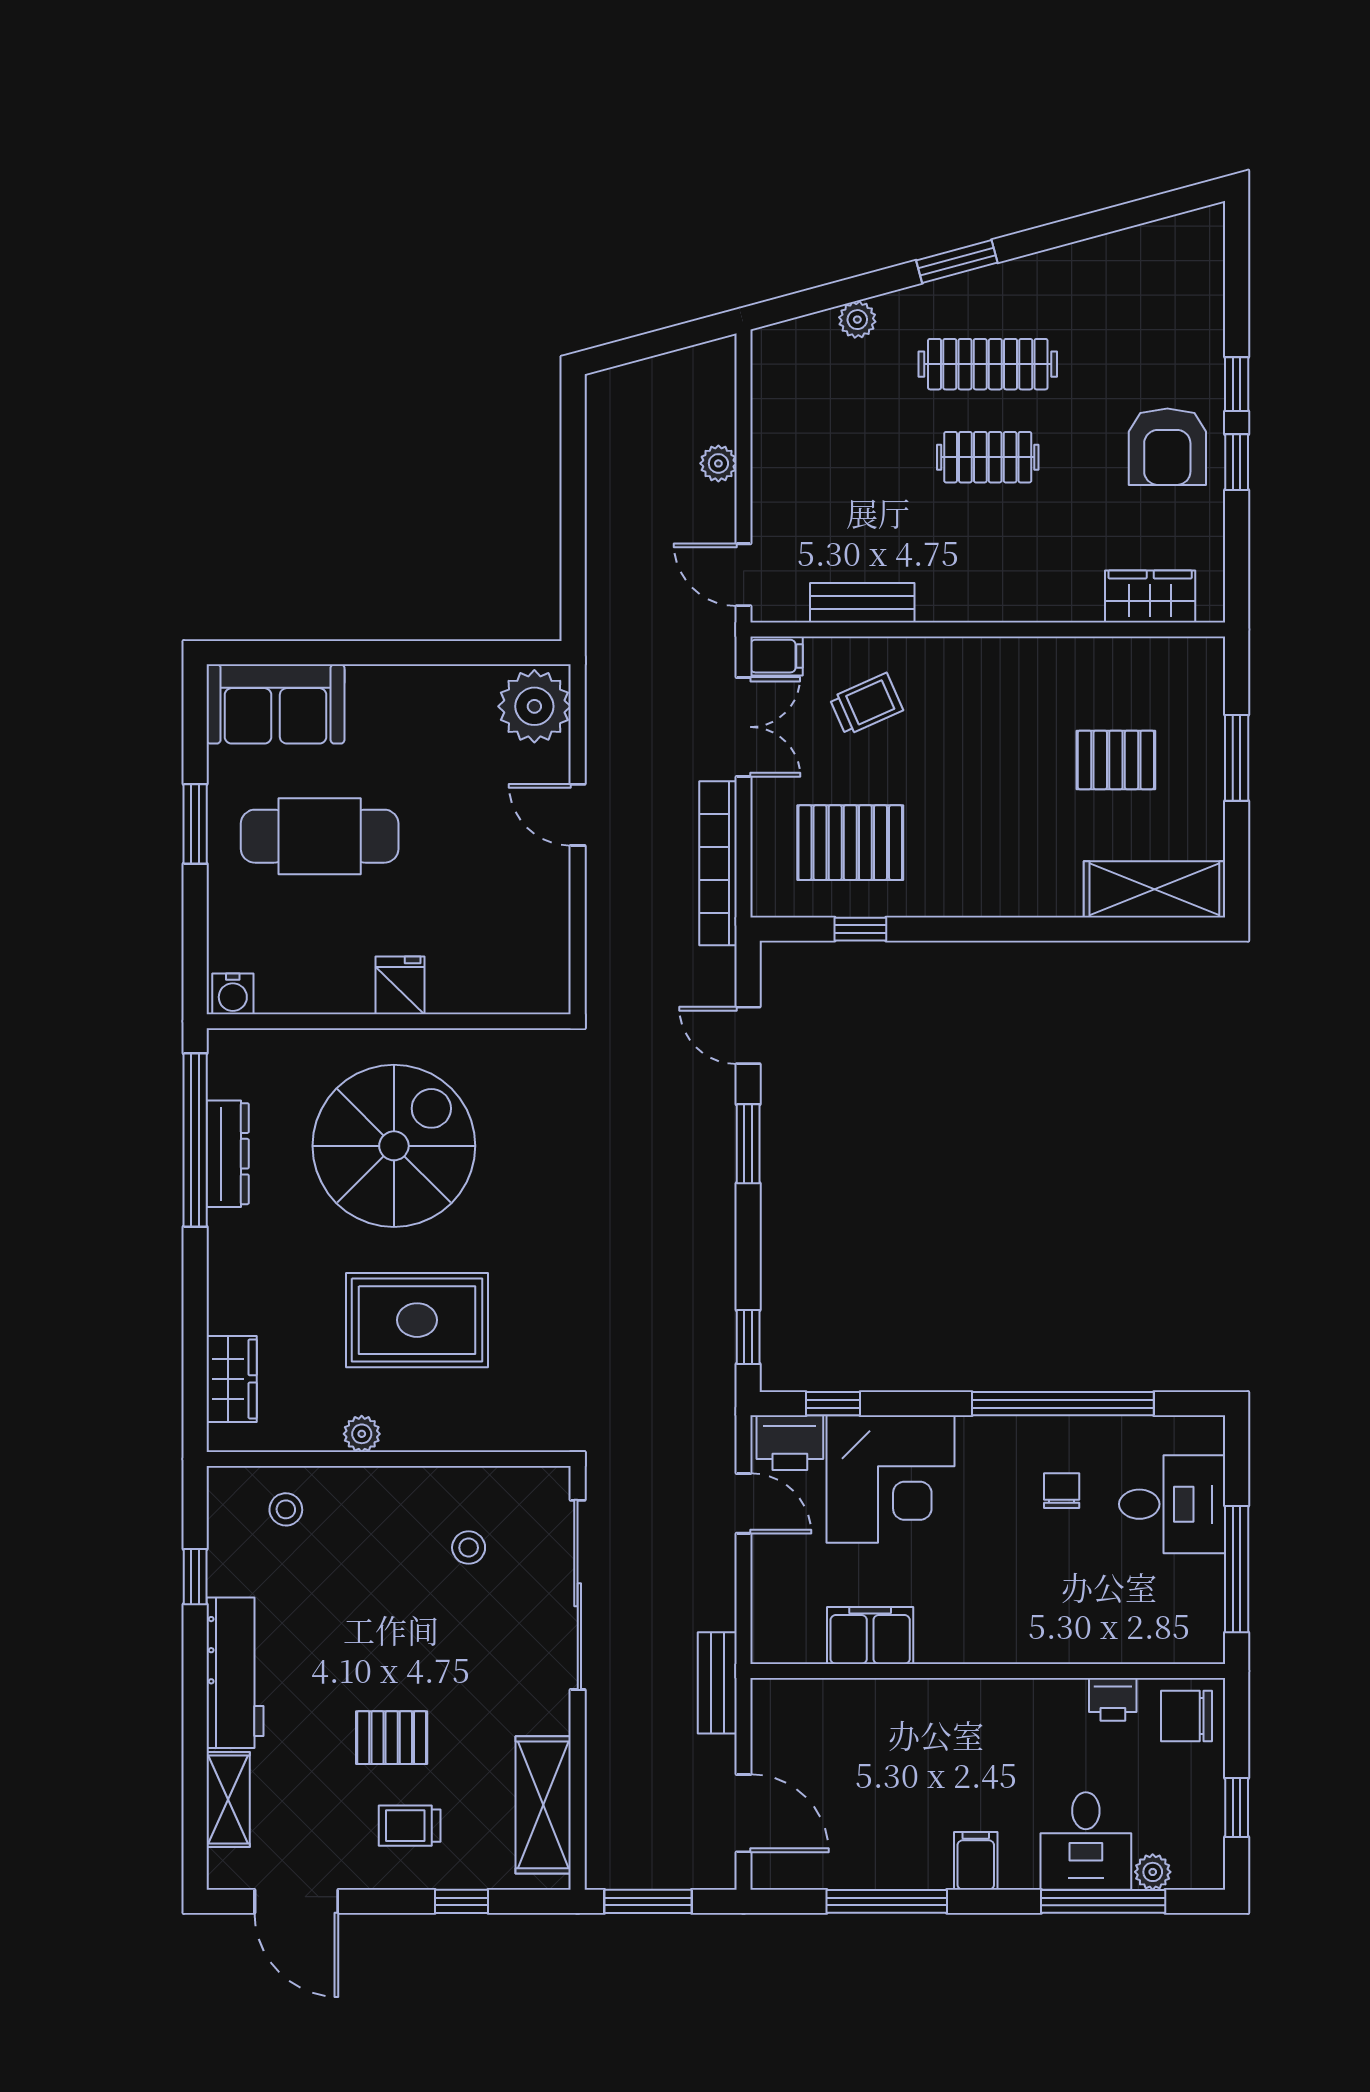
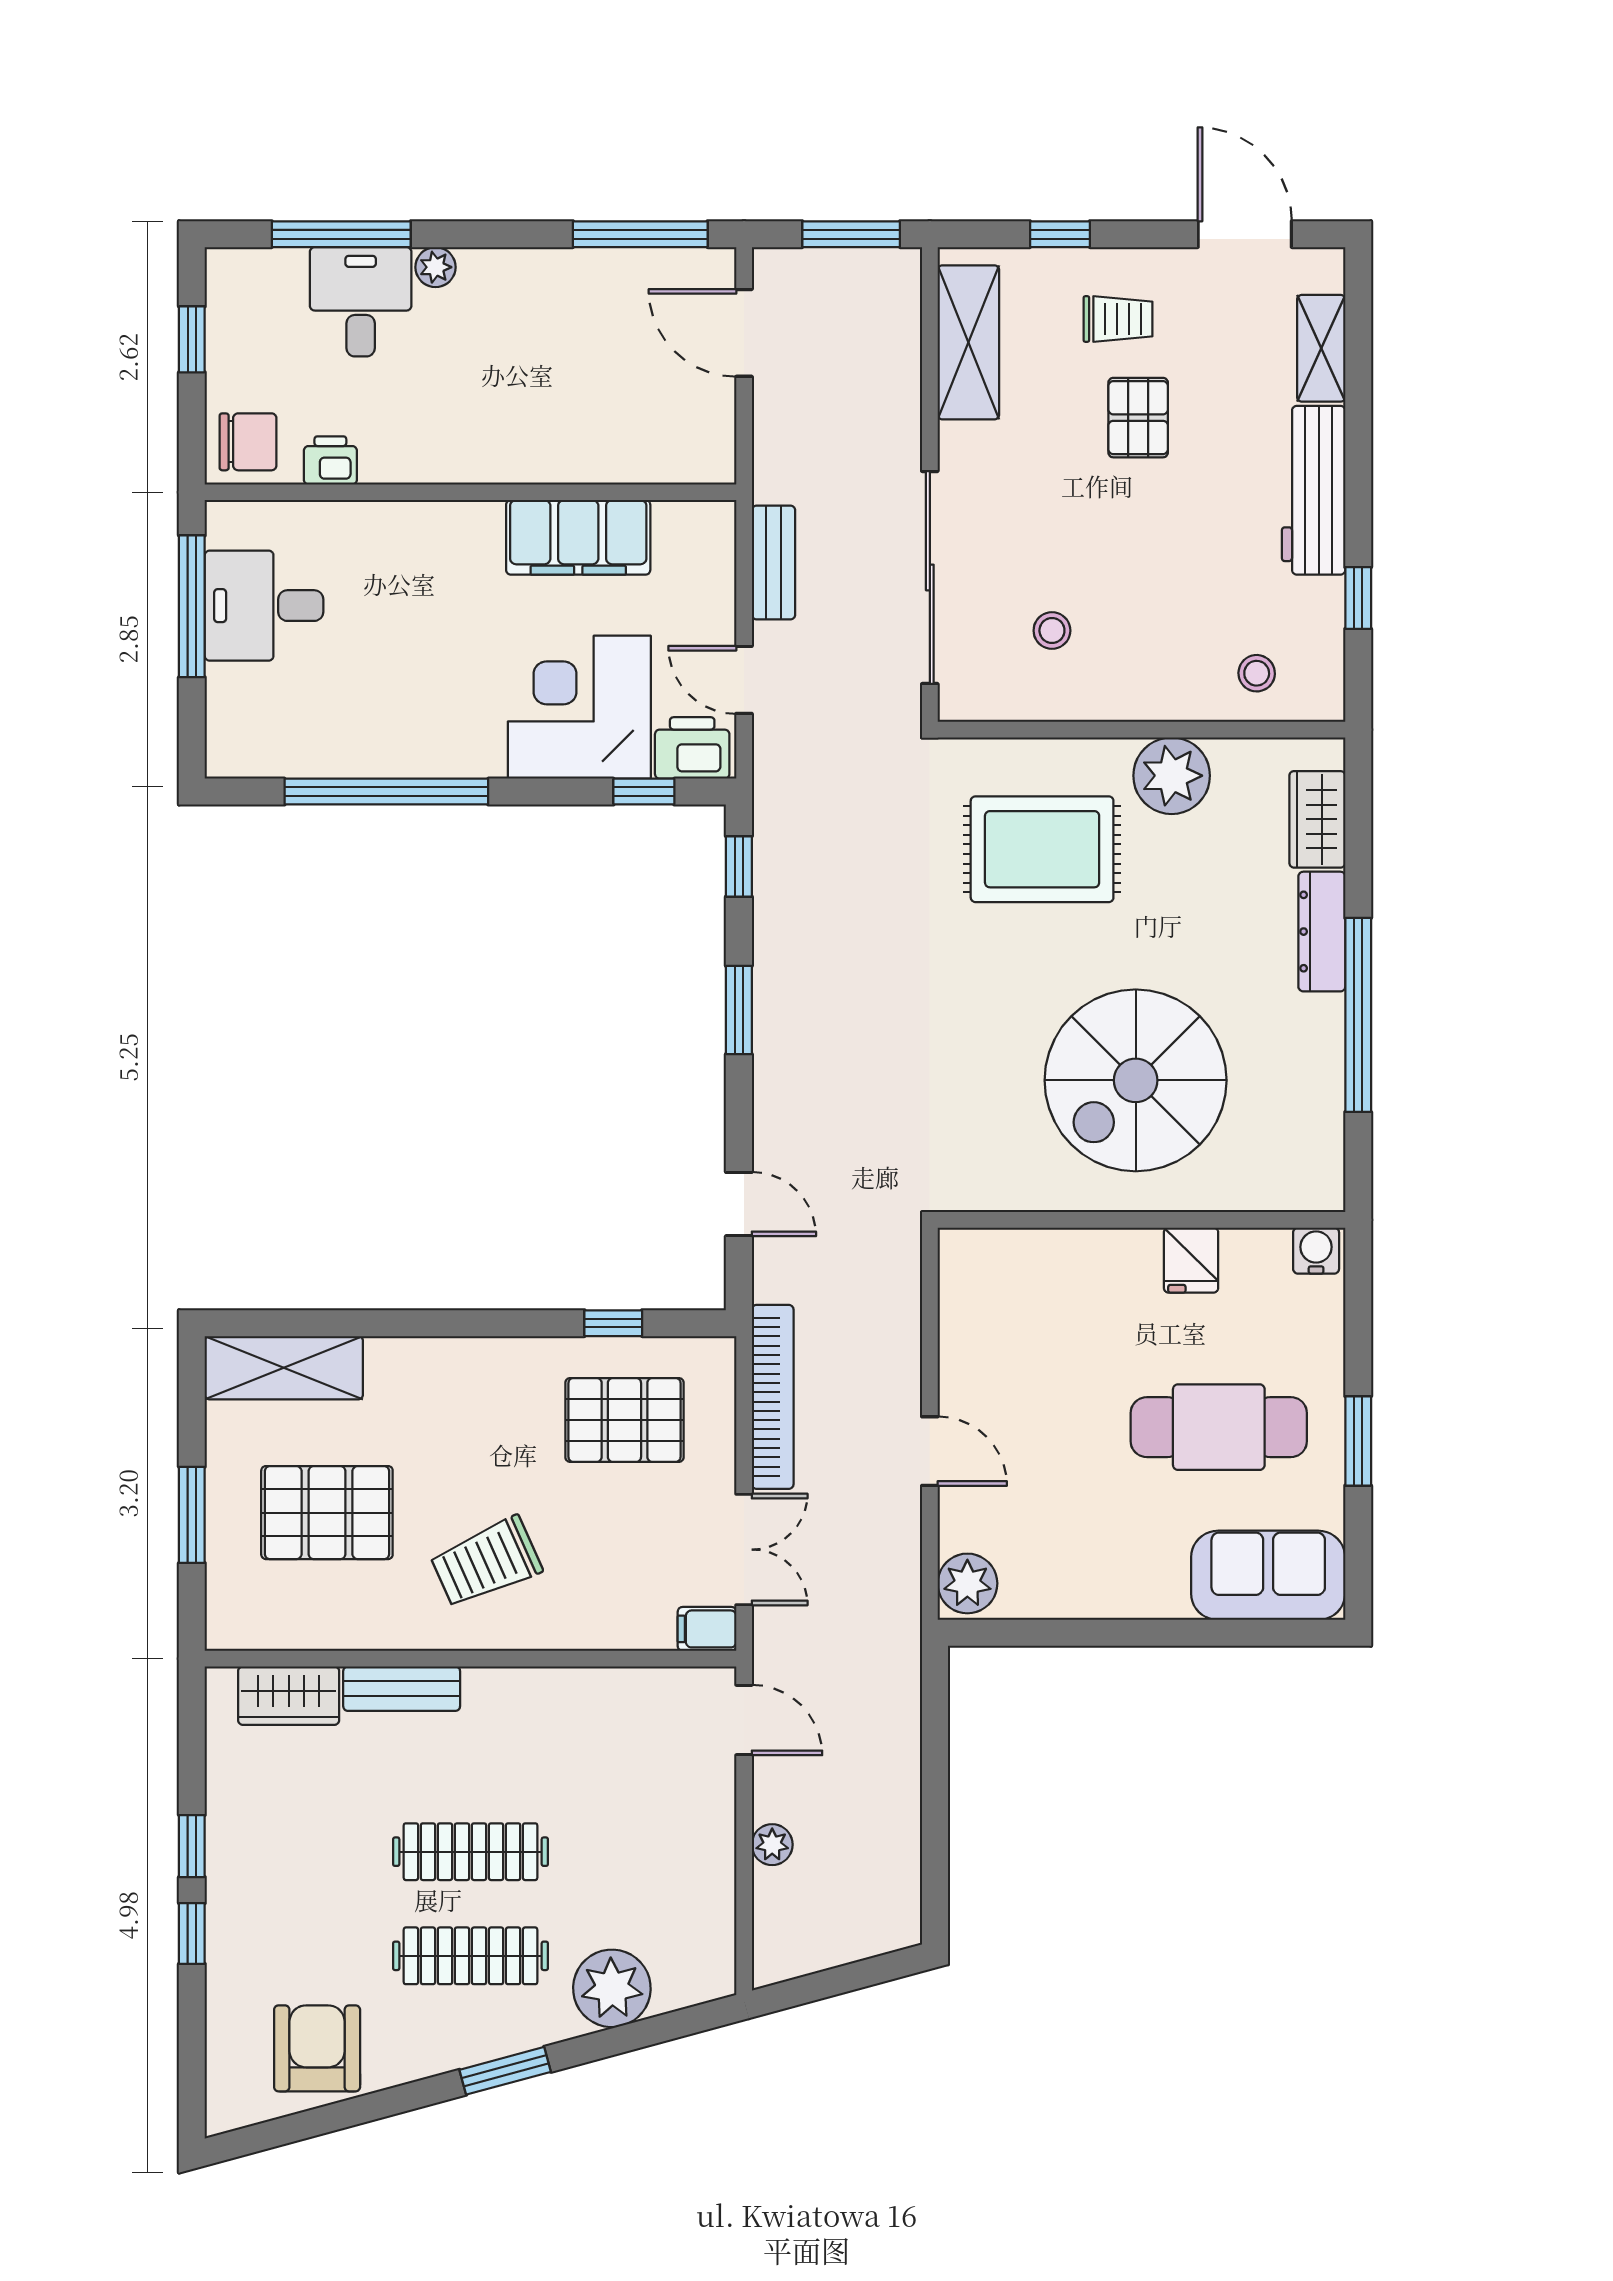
plant: (857, 320) -> (612, 1988), width x1.88, depth x1.88
armchair: (1167, 447) -> (317, 2048), moved
clothes rail: (988, 457) -> (471, 1852), width x1.36
bench: (862, 603) -> (402, 1689), moved
trolley: (866, 704) -> (486, 1562), moved, width x1.36, depth x1.39
plant: (534, 706) -> (967, 1583), width x0.73, depth x0.73
double door: (744, 727) -> (744, 1550), swing flipped
pallet: (1116, 760) -> (327, 1513), width x1.50, depth x1.42
fridge: (400, 985) -> (1191, 1260), moved
window: (195, 1140) -> (1358, 1015), moved
window: (748, 1144) -> (739, 1010), moved
dresser: (228, 1154) -> (1322, 932), moved
rug: (417, 1320) -> (1042, 849), moved
plant: (362, 1434) -> (1172, 776), width x1.87, depth x1.87
chair: (1062, 1491) -> (388, 694), removed
desk: (1172, 1504) -> (264, 606), moved
filing cabinet: (870, 1635) -> (578, 537), width x1.50, depth x1.17
bench: (717, 1683) -> (773, 563), moved
pallet: (392, 1738) -> (1138, 418), turned 90
filing cabinet: (976, 1861) -> (484, 280), removed
plant: (1153, 1872) -> (436, 267), moved
window: (887, 1901) -> (640, 234), moved

